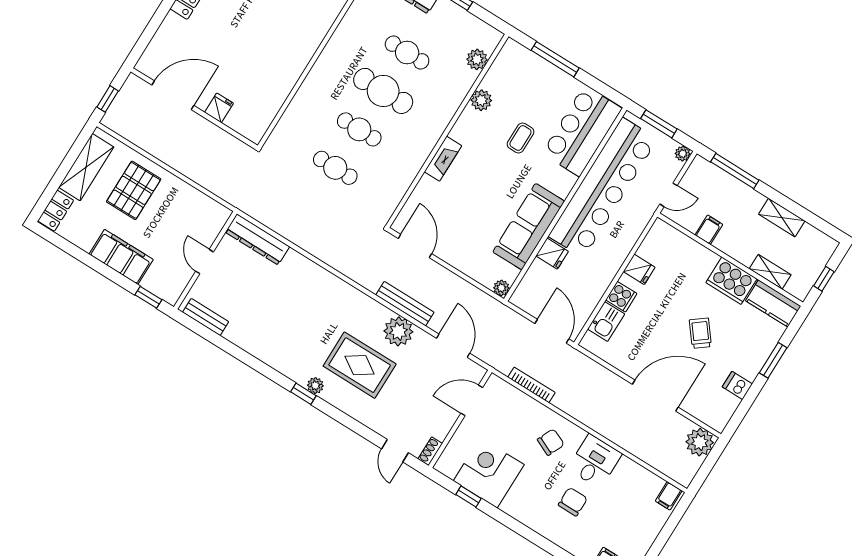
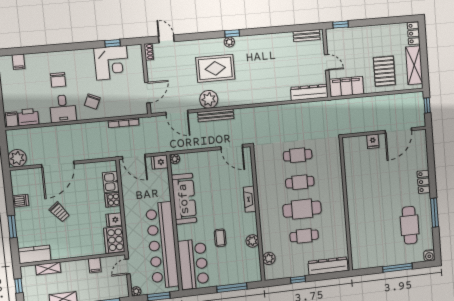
fridge: (552, 254) -> (160, 162), moved
filing cabinet: (121, 257) -> (346, 87), moved, turned 180
cooker: (731, 281) -> (114, 240), moved, turned -90
printer: (646, 483) -> (28, 117), added

